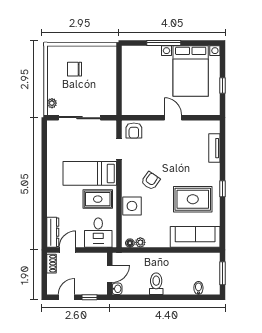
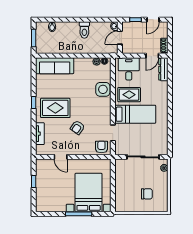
bed with nightstands: (191, 71) -> (89, 193), moved
door: (173, 118) -> (61, 157), moved
armchair: (151, 181) -> (77, 127), moved
rug: (193, 199) -> (55, 108), moved

